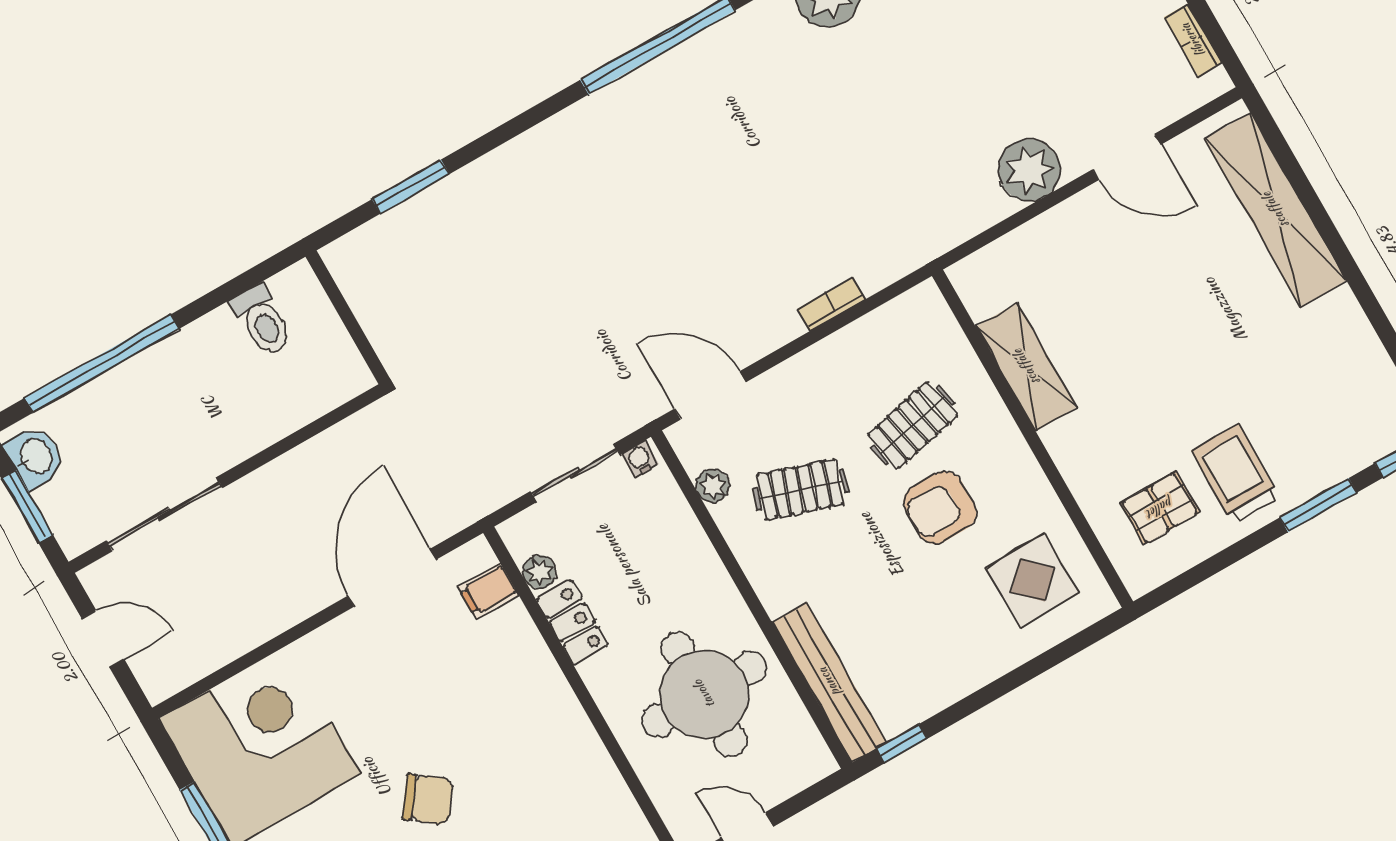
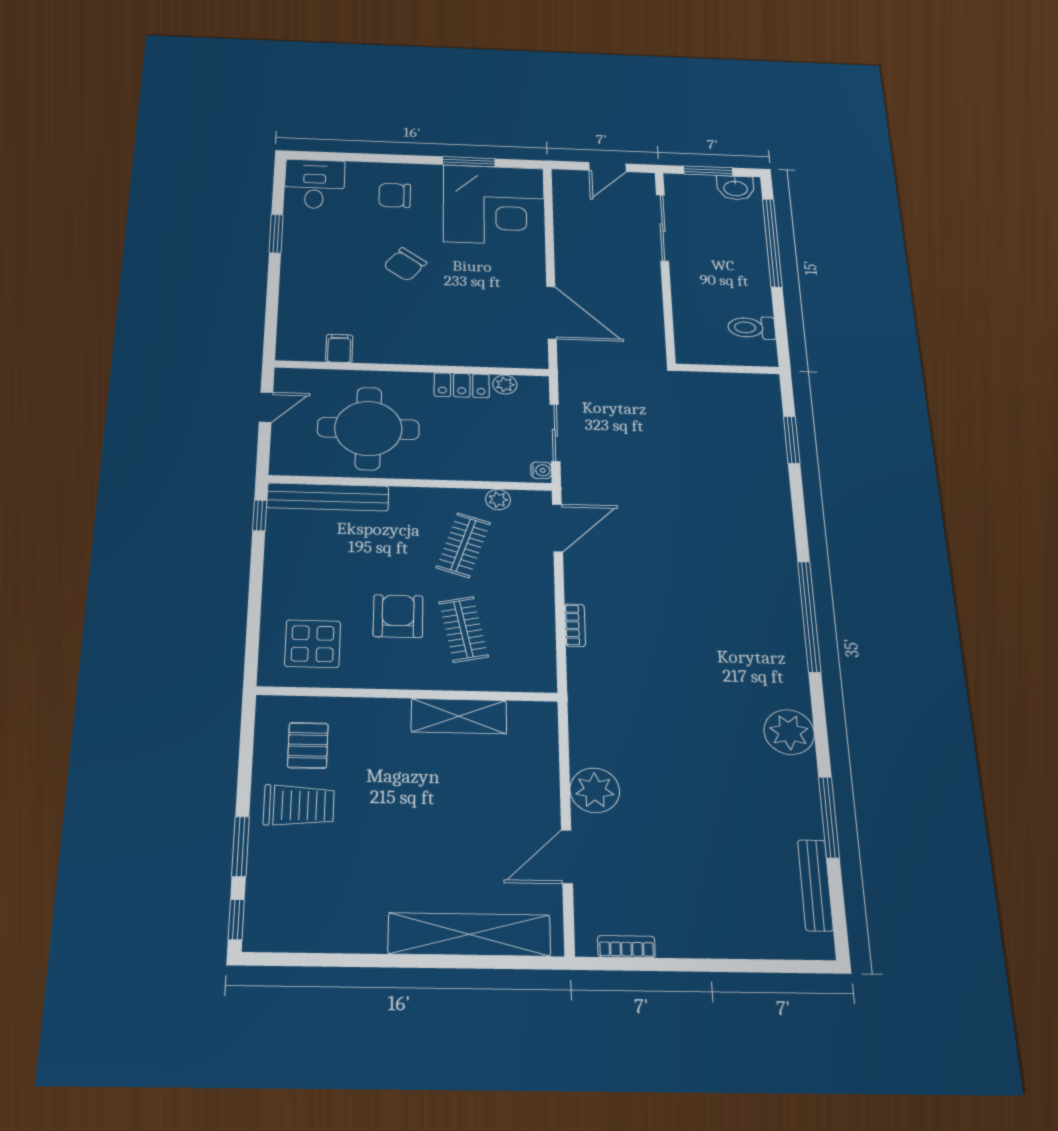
filing cabinet: (488, 591) -> (339, 348), moved

